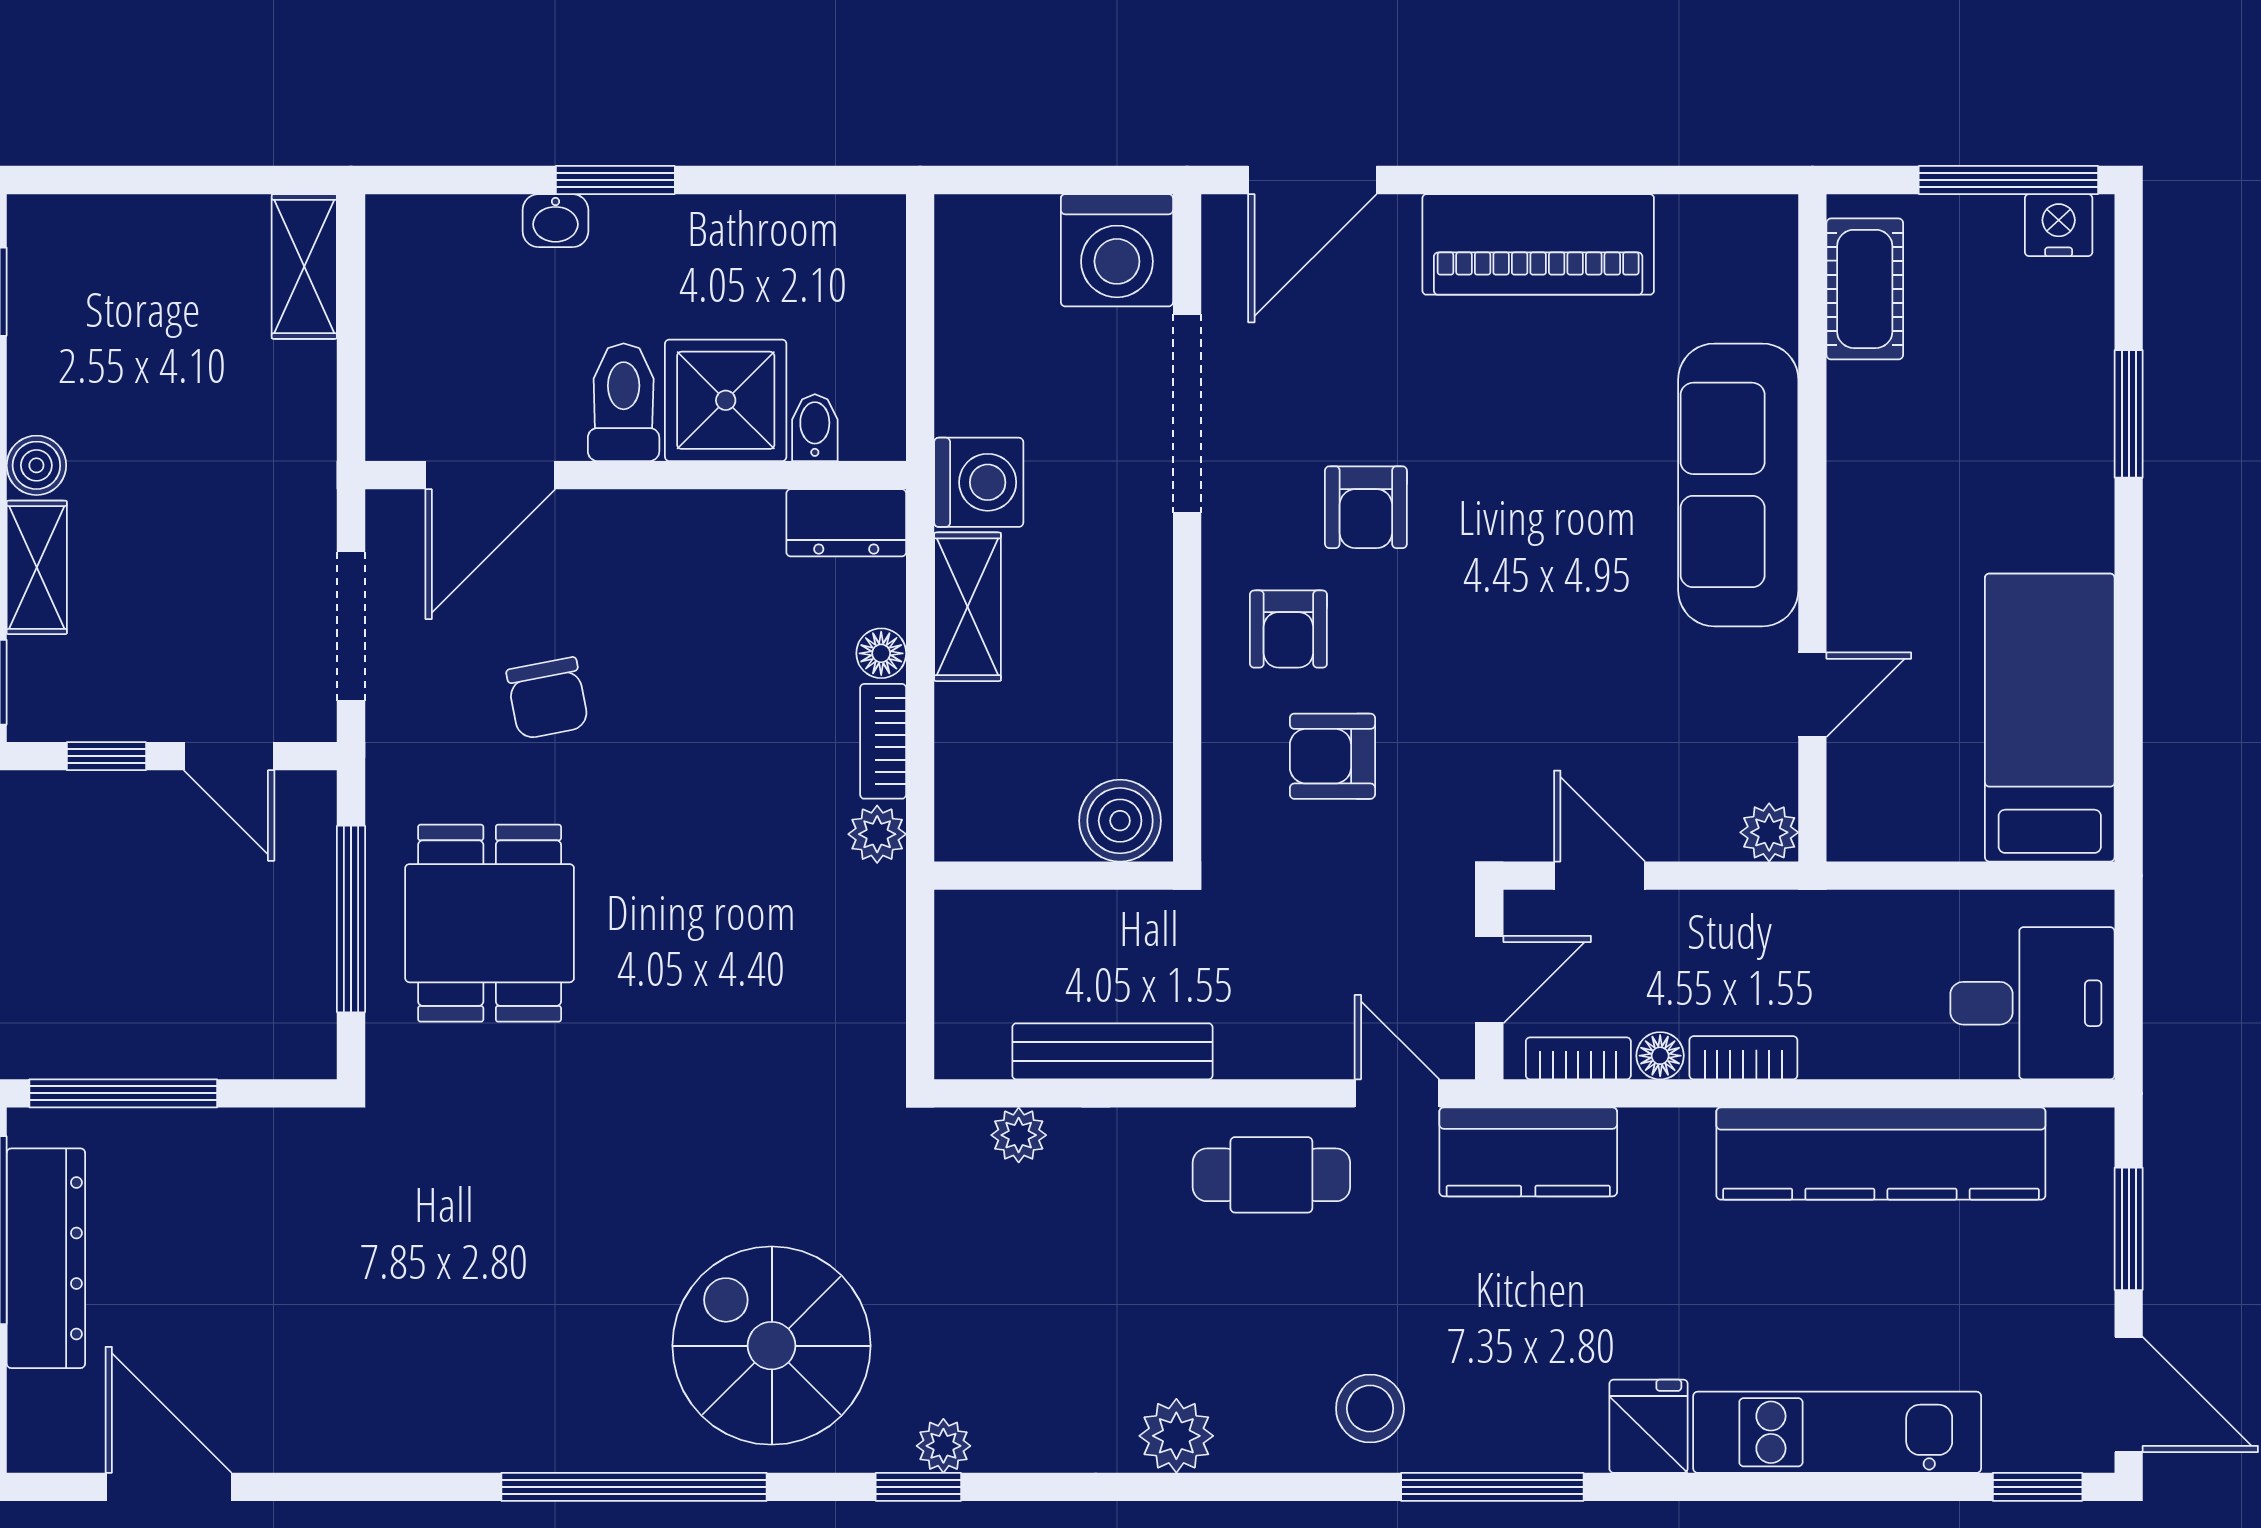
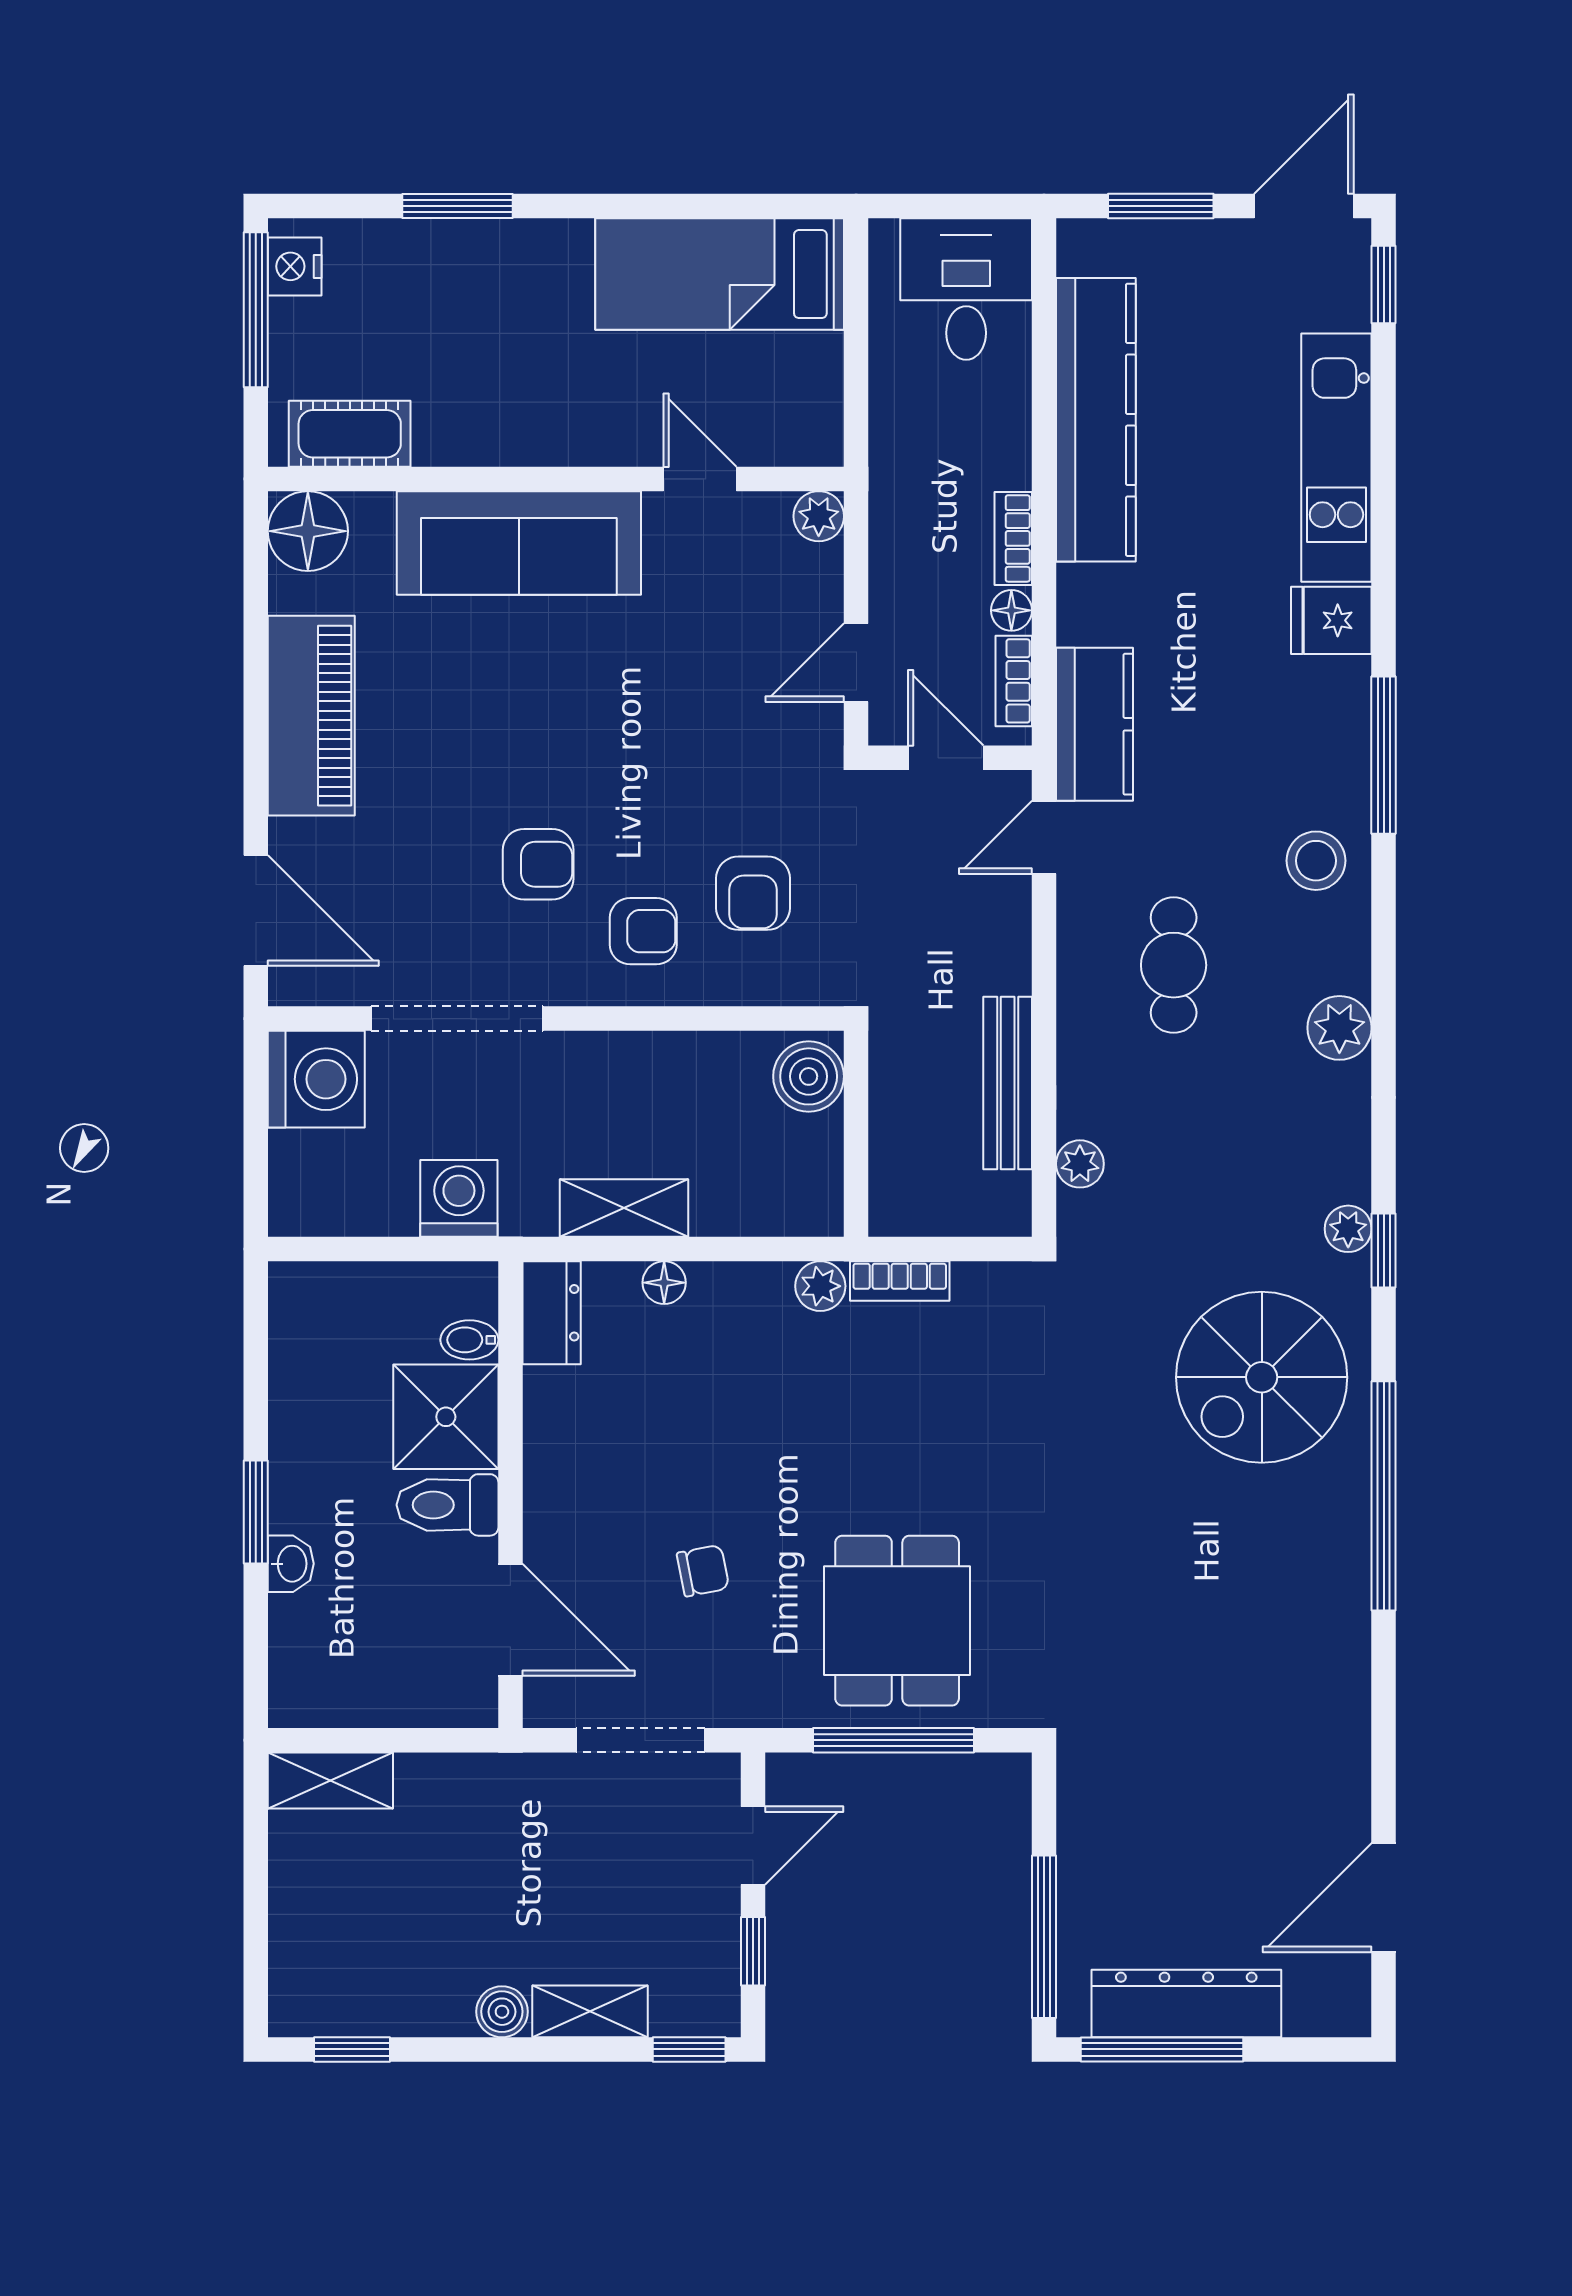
floor lamp: (1752, 240) -> (308, 531), added
washing machine: (979, 482) -> (459, 1198), moved
chair: (547, 698) -> (703, 1571), width x0.73, depth x0.73
bookcase: (883, 741) -> (900, 1281), moved
dining table: (490, 923) -> (897, 1621), turned 90
cafe table: (1271, 1175) -> (1174, 965), moved

